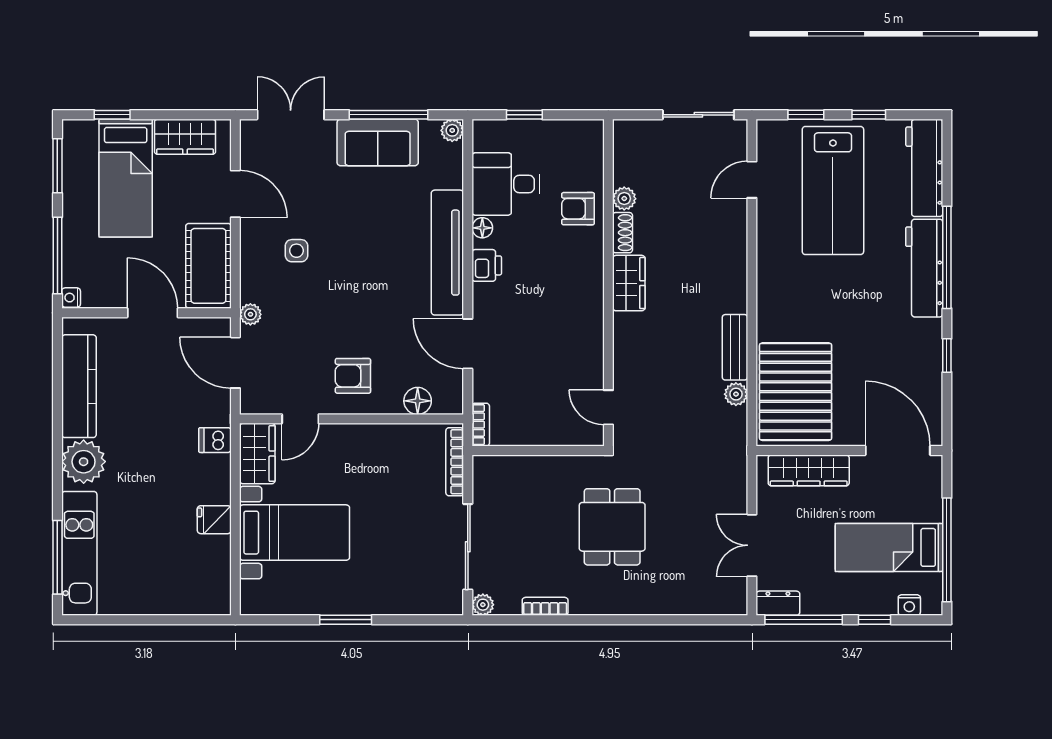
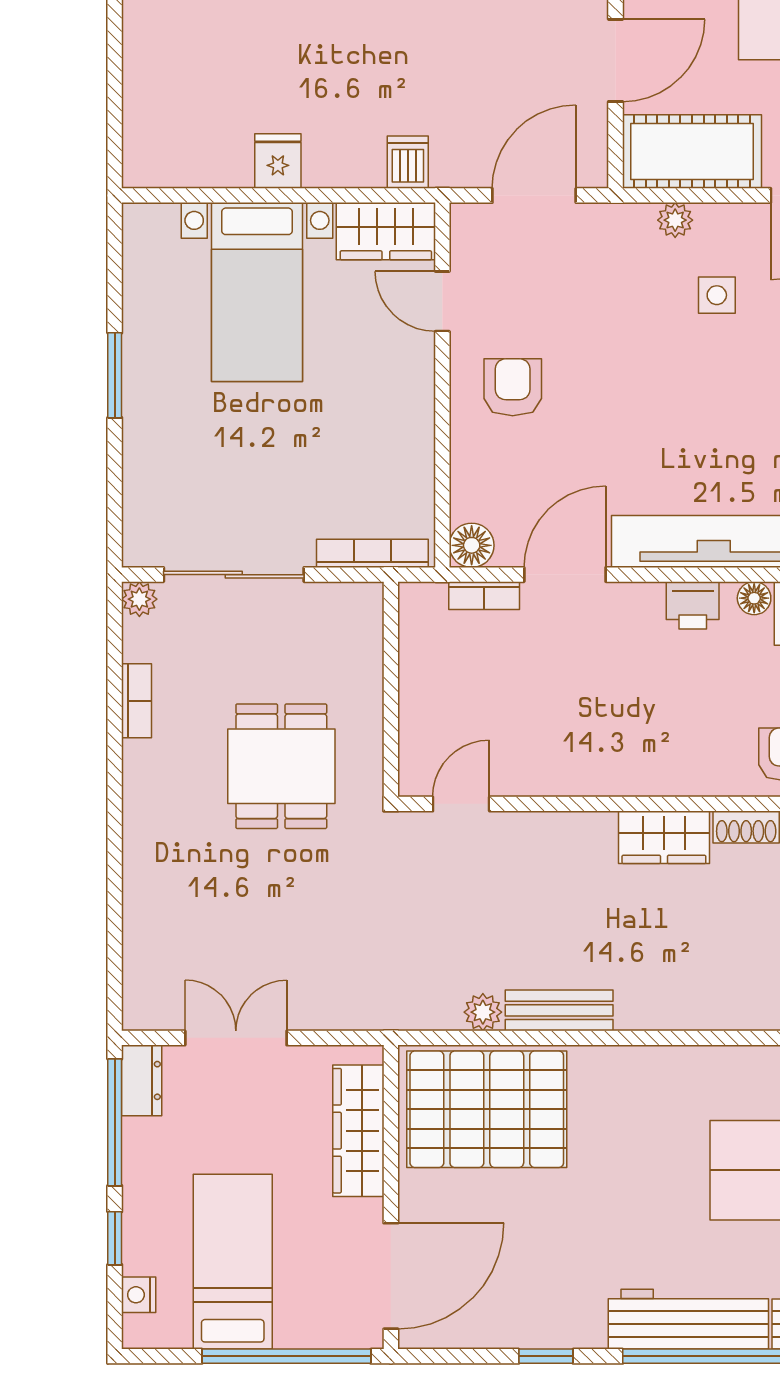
plant: (250, 314) -> (675, 220), moved
floor lamp: (418, 401) -> (472, 545), moved
bookcase: (481, 425) -> (484, 596), moved
dining table: (612, 527) -> (281, 766), moved, turned 90
window: (947, 550) -> (286, 1356), moved

